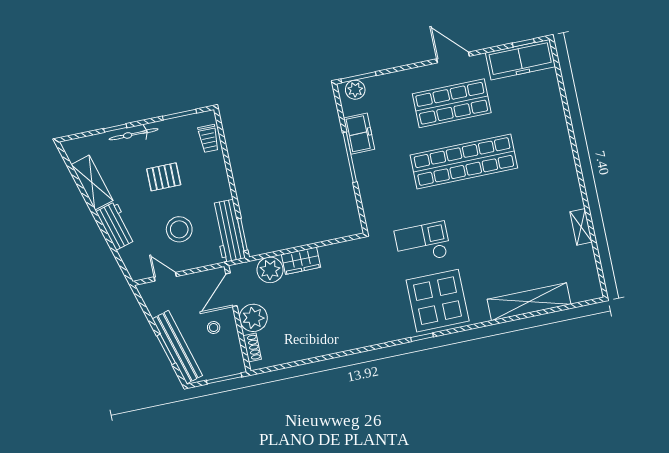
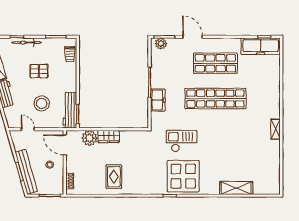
door: (453, 57) -> (192, 37), moved
freezer: (359, 134) -> (158, 100), moved
shelving: (581, 227) -> (276, 129), moved
door: (231, 290) -> (65, 145), hinge flipped
shelving: (529, 302) -> (236, 188), width x0.68
plant: (253, 318) -> (74, 164), removed
rug: (323, 325) -> (114, 177), added

